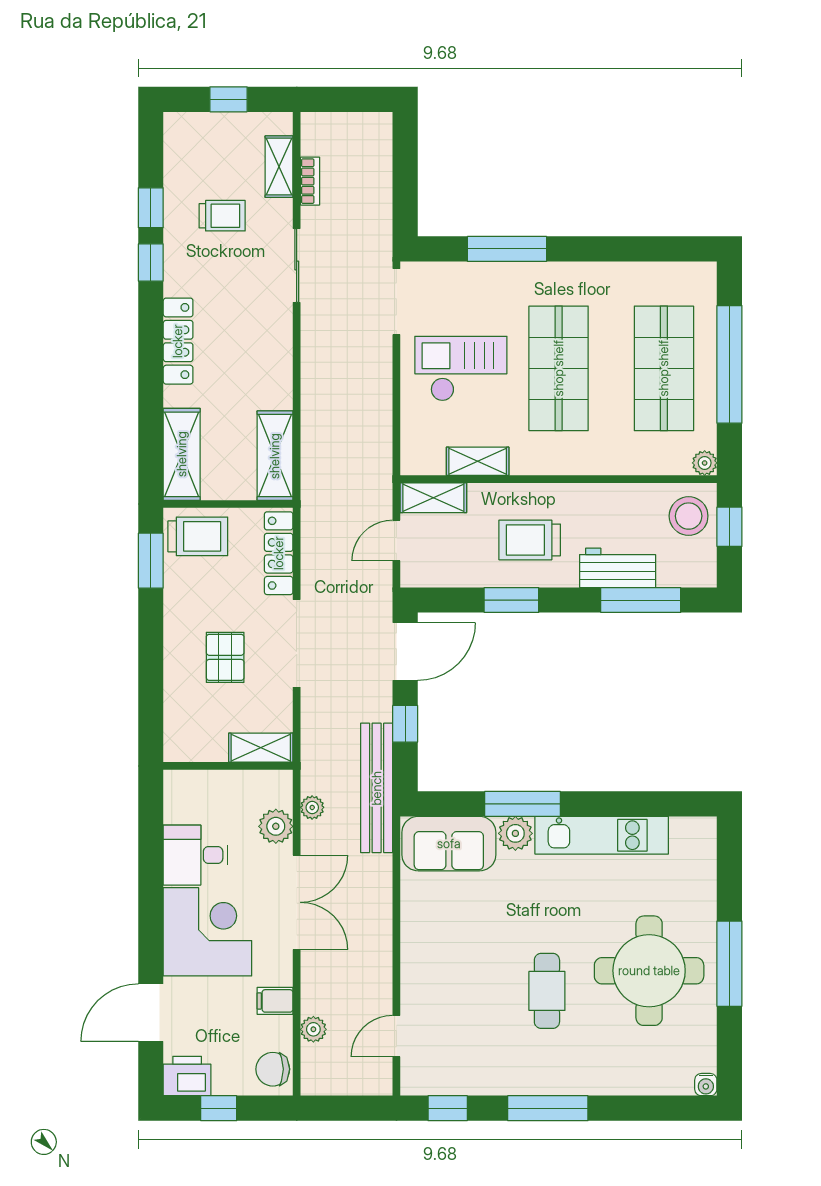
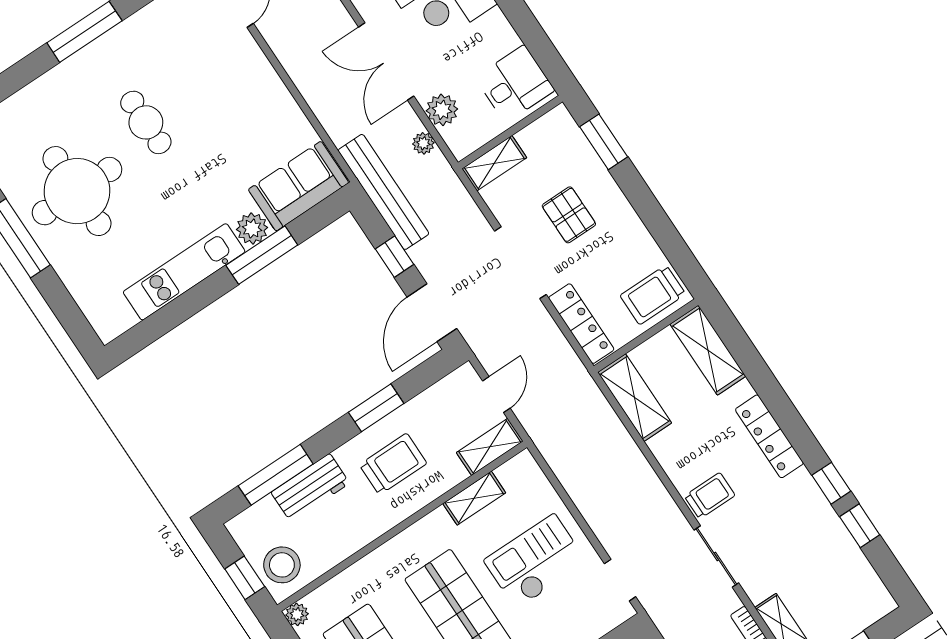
trolley: (222, 216) -> (710, 496), moved, turned 180
doorway: (396, 302) -> (620, 580), width x0.73
checkout: (461, 369) -> (535, 561), turned 180
window: (151, 561) -> (604, 142), moved
desk: (196, 855) -> (515, 84), moved

